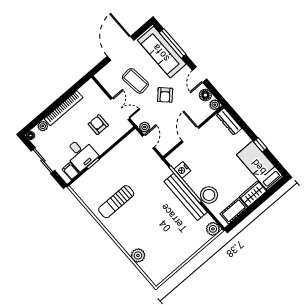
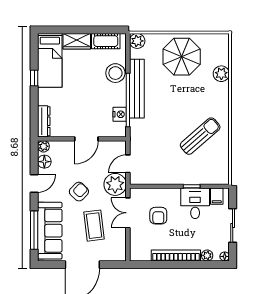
plant: (145, 127) -> (115, 184), width x1.88, depth x1.88
sun lounger: (116, 202) -> (200, 136), turned -41
parasol: (174, 244) -> (182, 57), added

